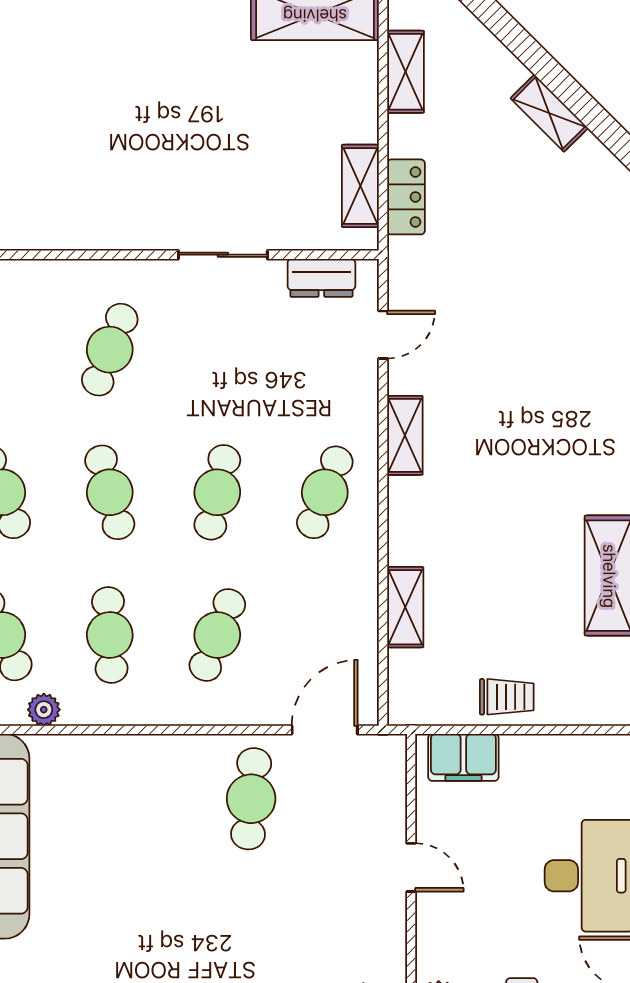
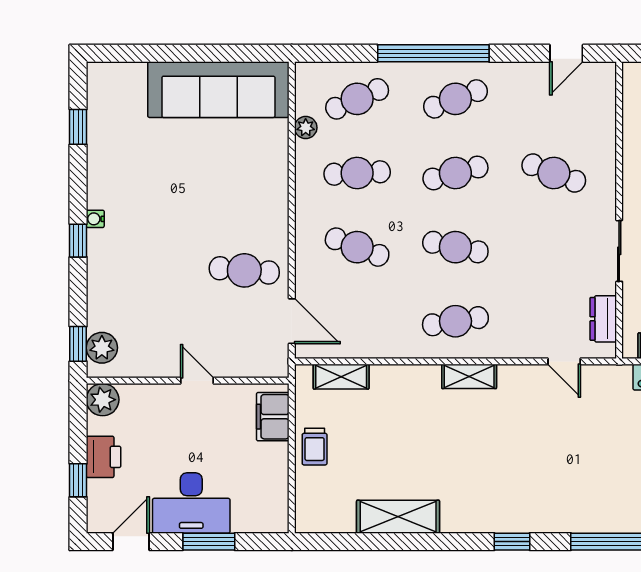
shelving: (405, 435) -> (469, 376), moved
cafe table: (325, 492) -> (455, 321), turned -30
shelving: (405, 607) -> (341, 377), moved
door: (411, 867) -> (197, 381), swing flipped

